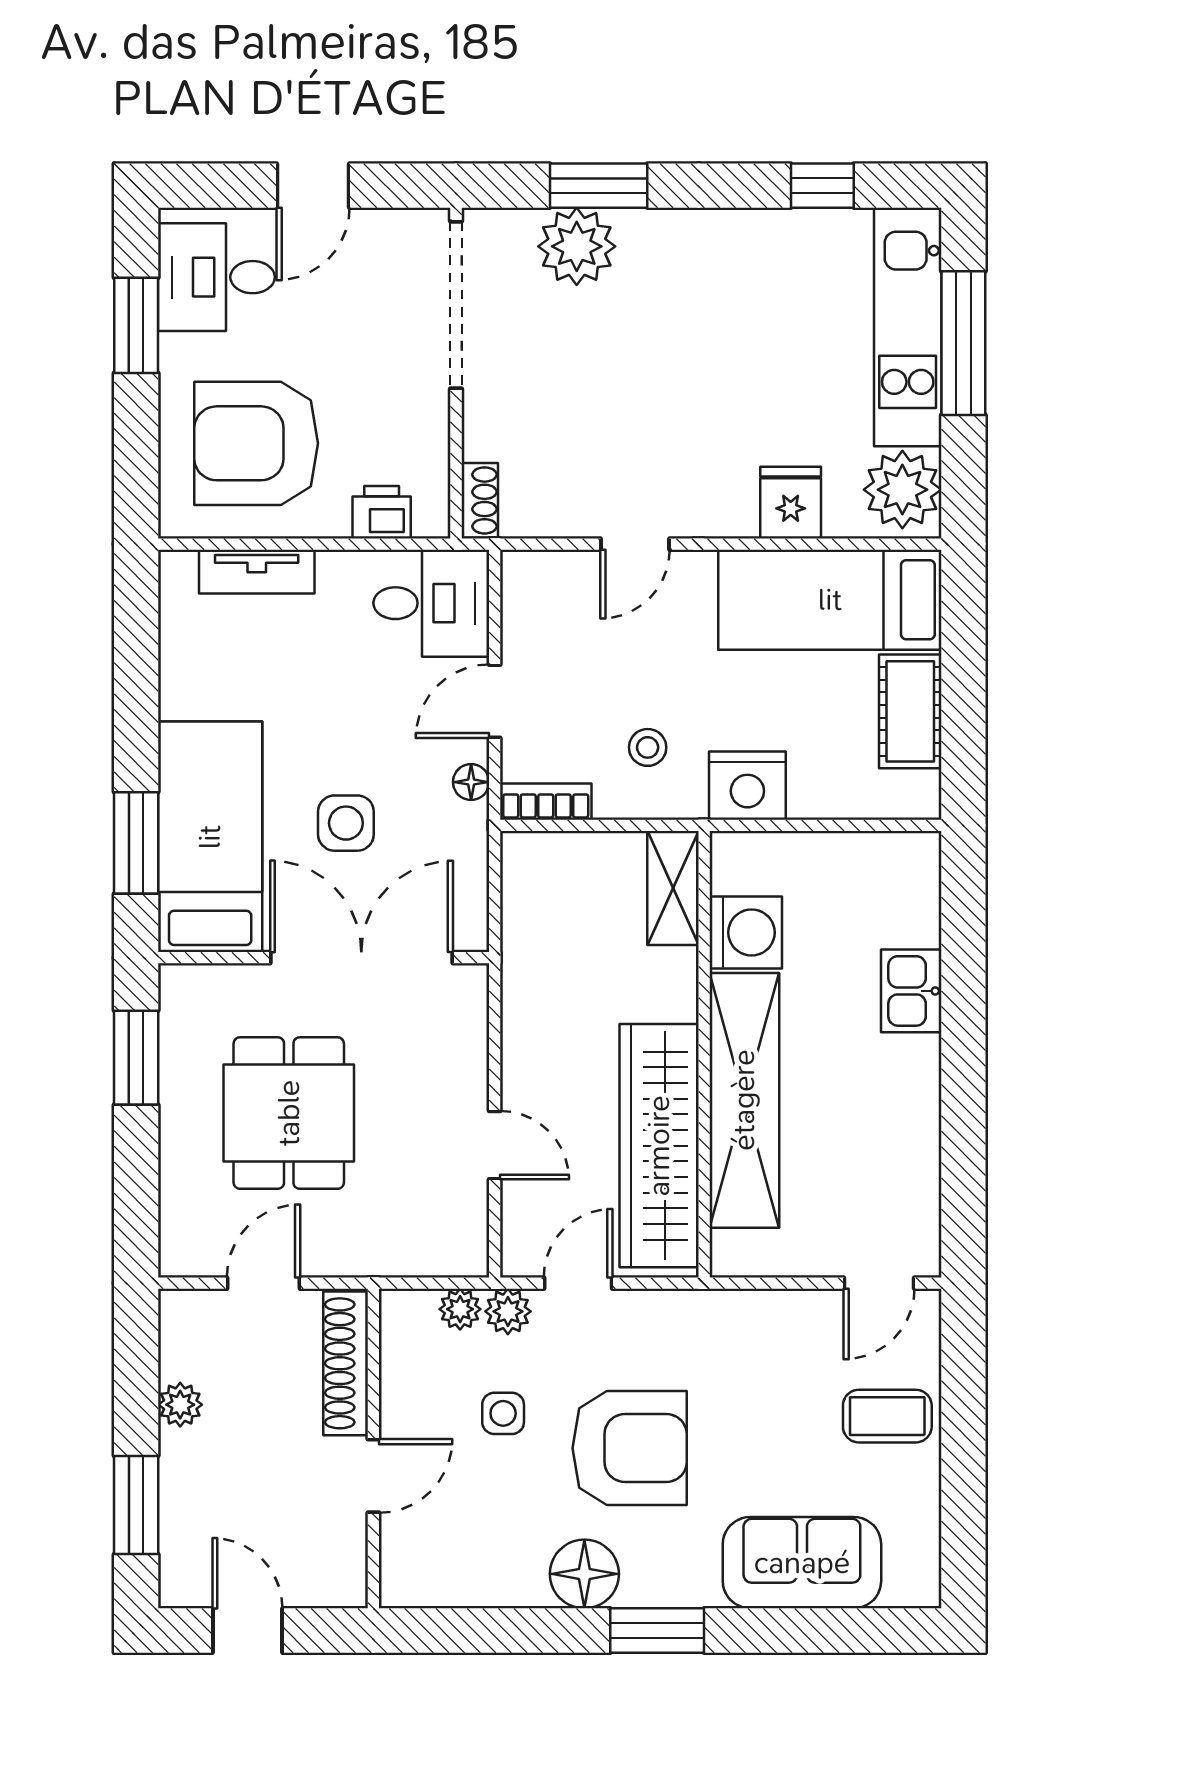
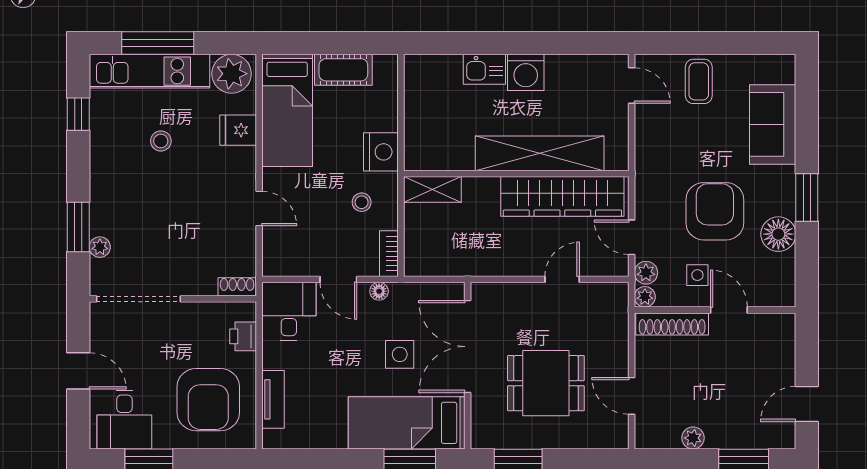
plant: (577, 246) -> (100, 247), width x0.53, depth x0.53
stool: (769, 349) -> (161, 141), added
washing machine: (746, 932) -> (526, 72), moved, turned 180
shoe rack: (346, 1363) -> (672, 324), moved
wall: (373, 1448) -> (715, 310), moved
door: (373, 1476) -> (729, 310), moved

